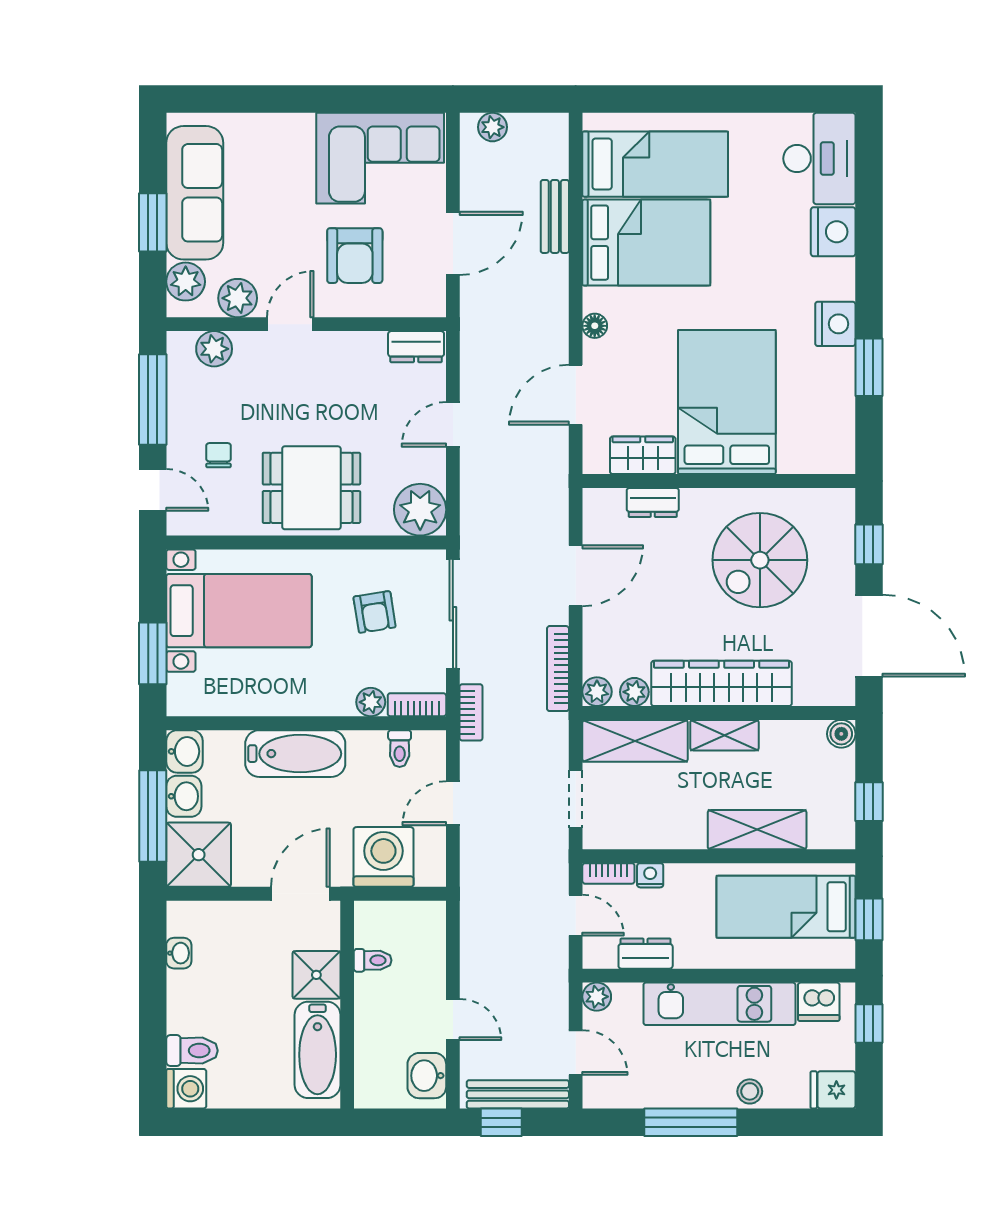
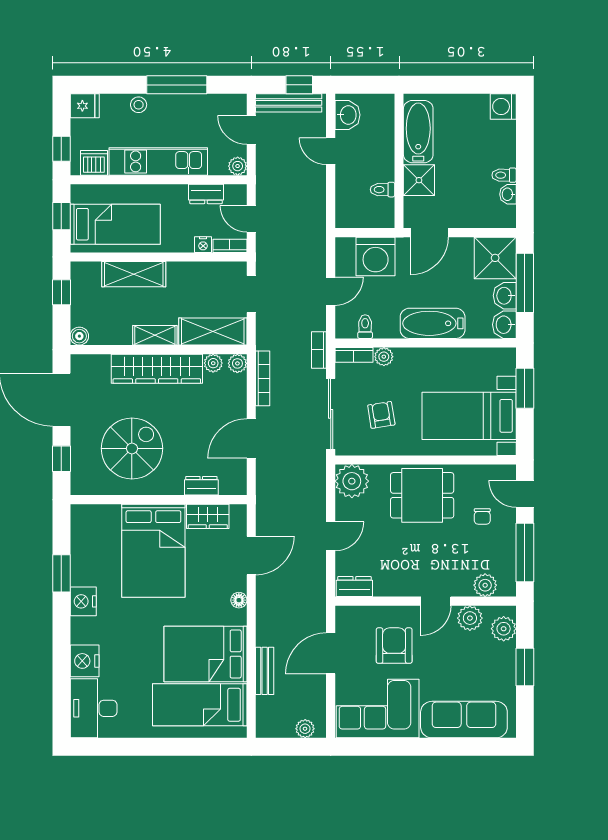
sofa: (195, 193) -> (464, 720), moved, turned 90
toilet: (192, 1051) -> (504, 175), moved, width x0.73, depth x0.72

